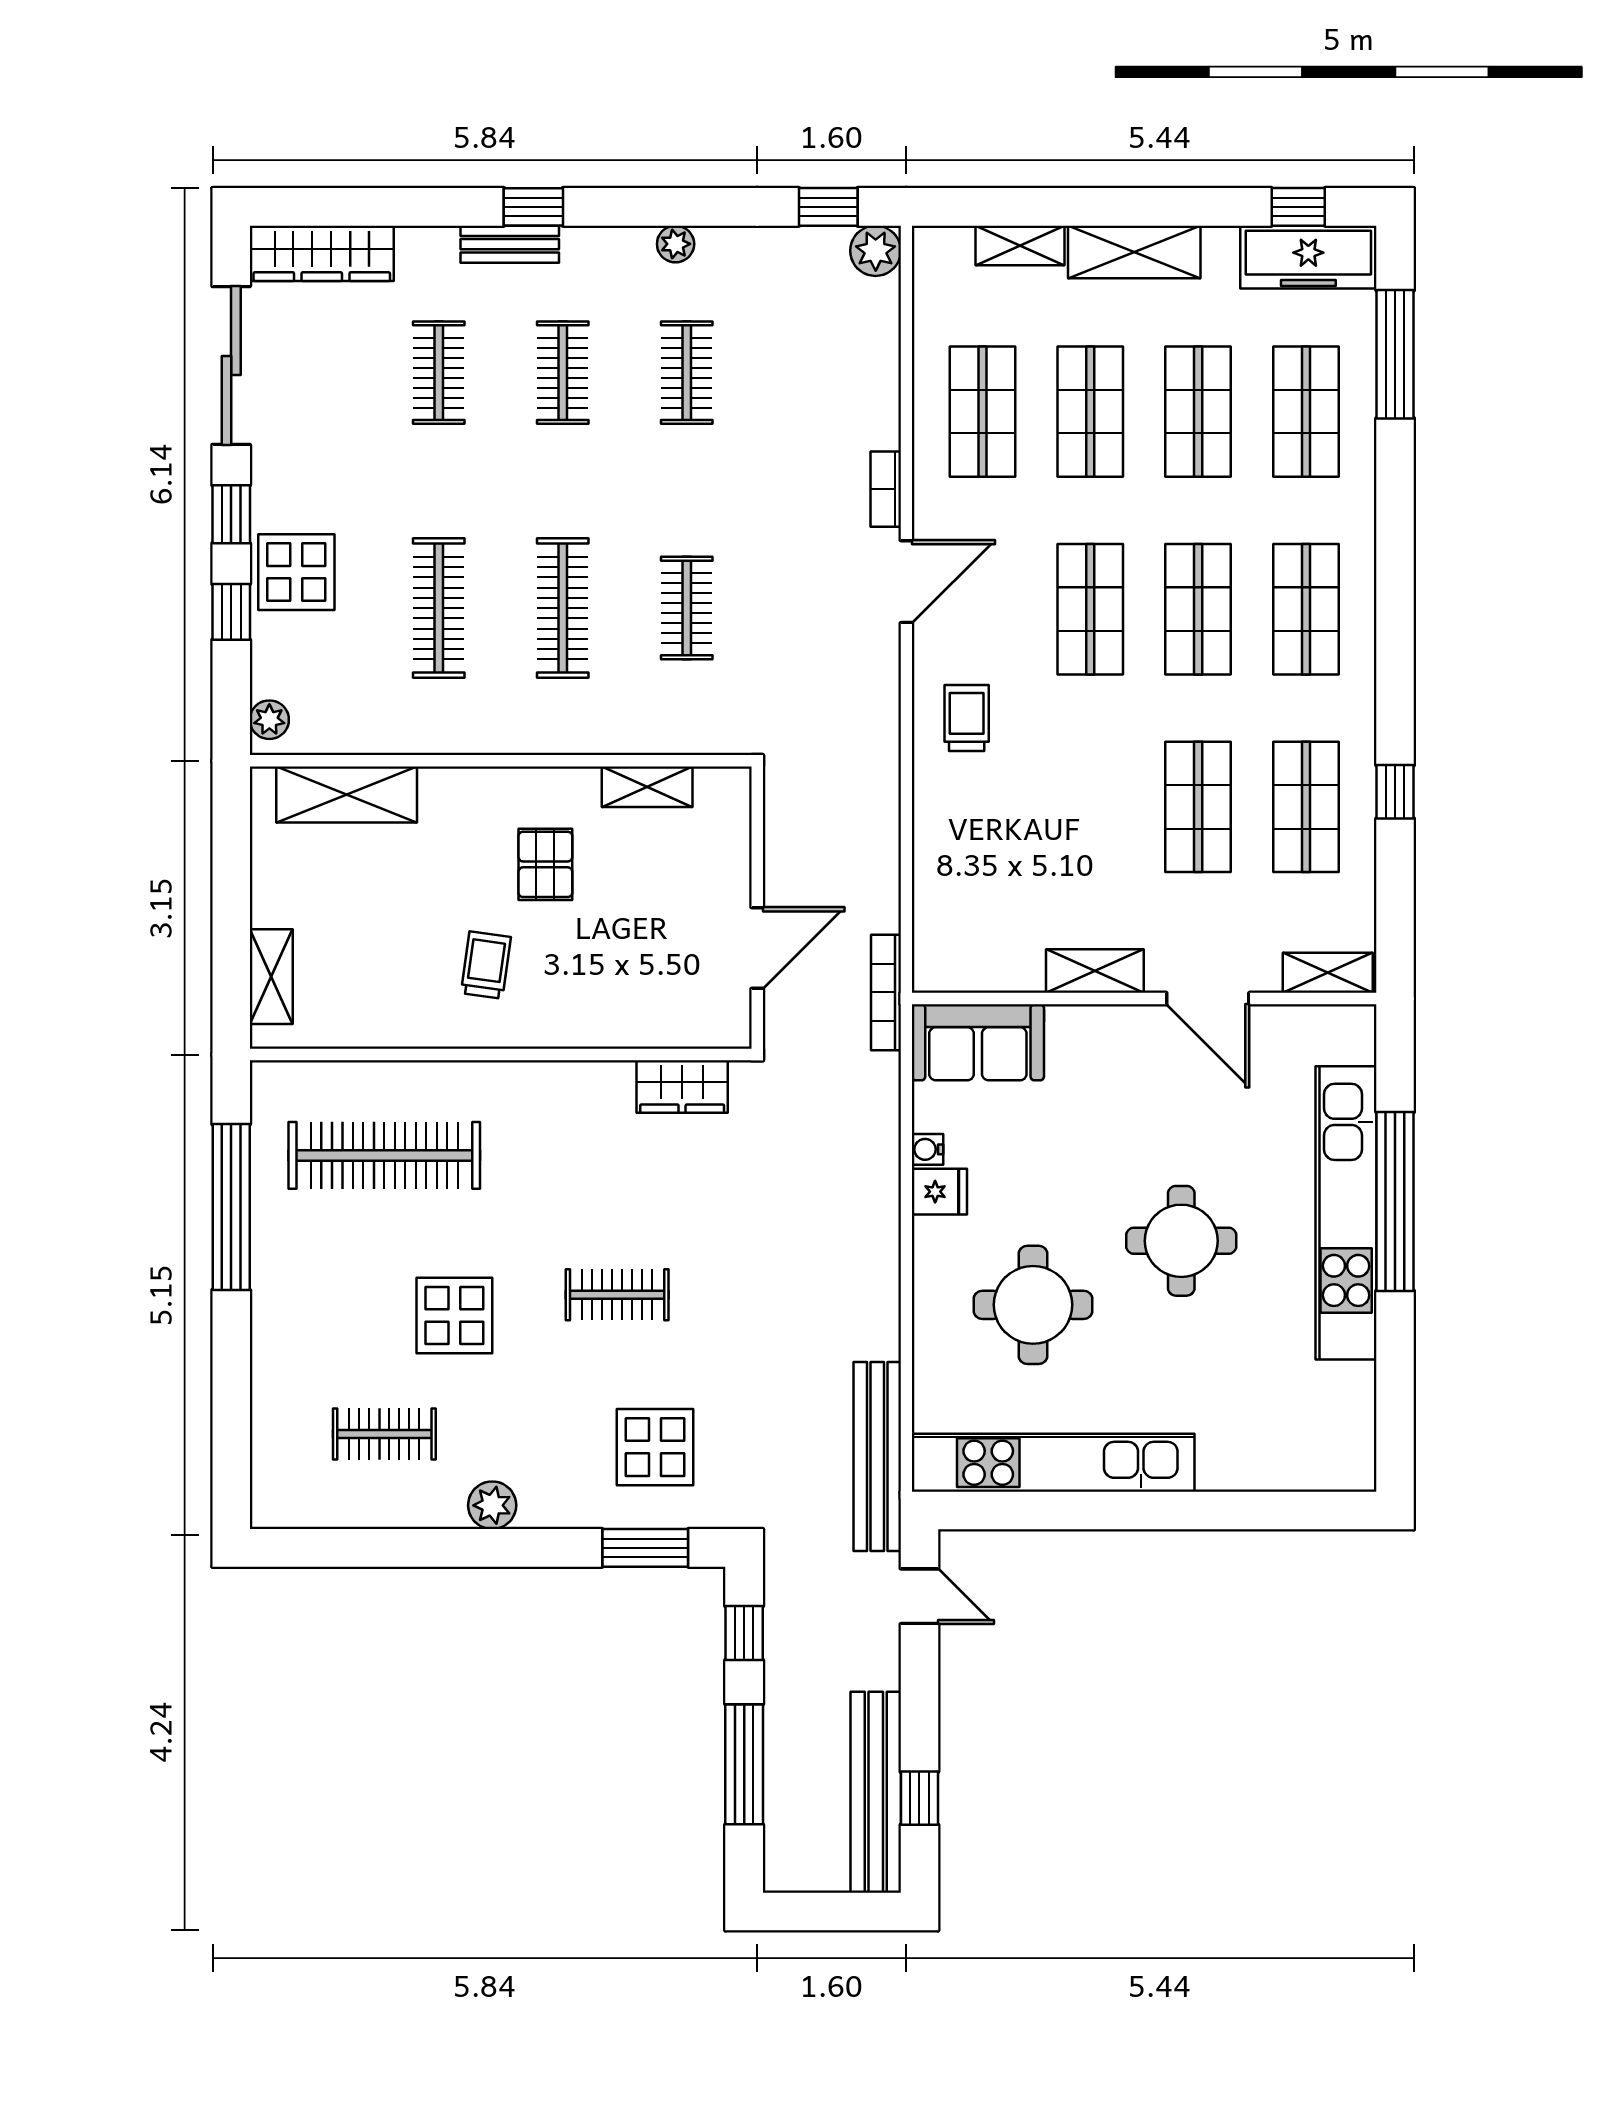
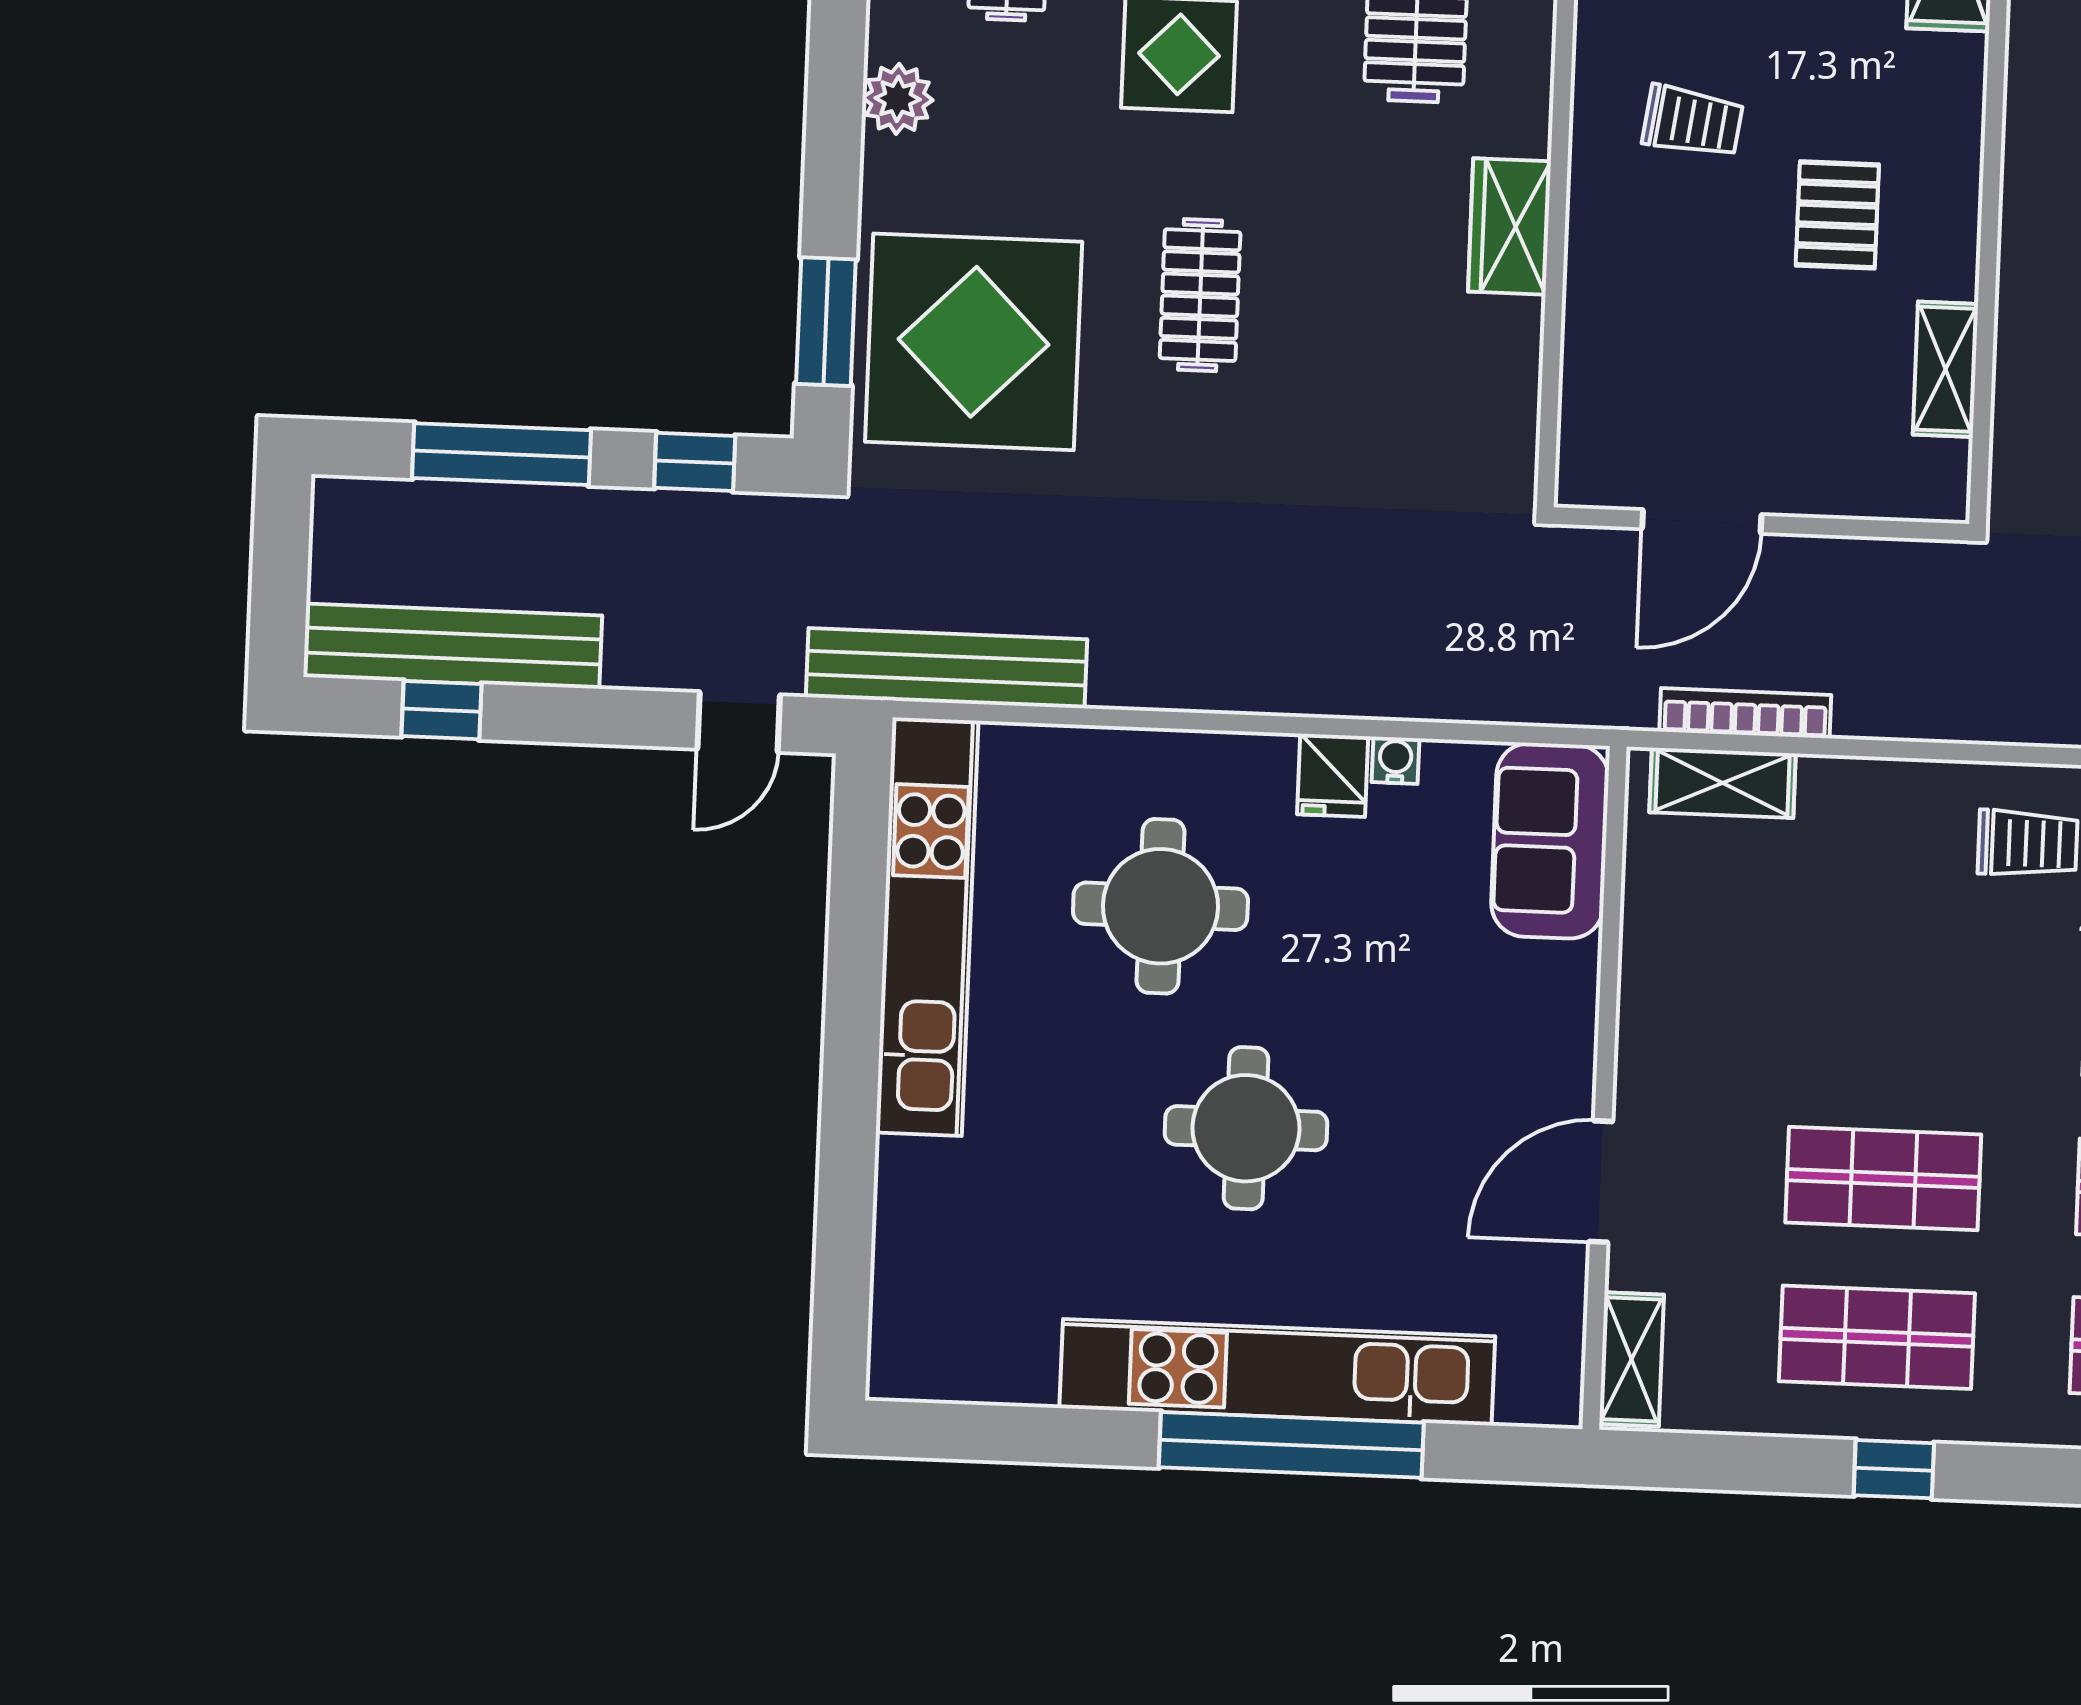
pallet: (545, 864) -> (1837, 215), turned 90
door: (757, 948) -> (1702, 522), hinge flipped
shelving: (1095, 971) -> (1723, 783), moved, turned 90
bookcase: (886, 992) -> (1745, 713), moved
wardrobe: (682, 1086) -> (1510, 226), moved
display table: (655, 1447) -> (974, 342), width x1.86, depth x1.86

